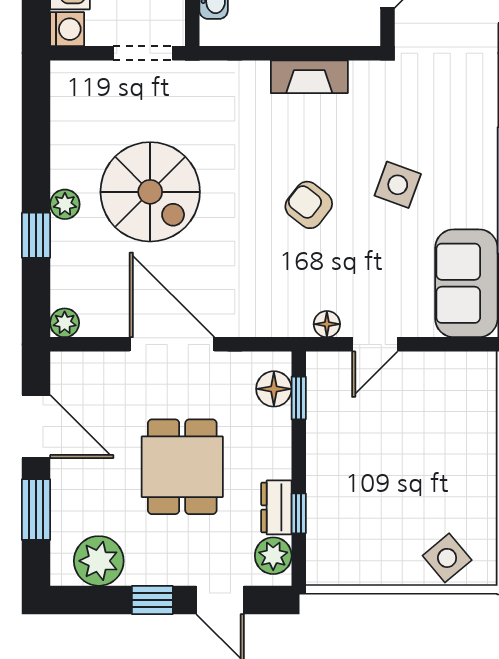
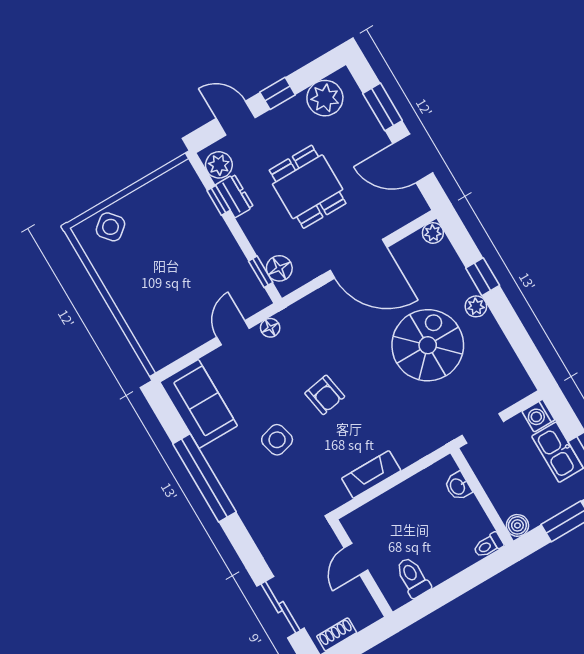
side table: (398, 185) -> (277, 440), turned -35
spiral stairs: (150, 192) -> (428, 345), turned 90
armchair: (309, 205) -> (325, 395), turned 42

